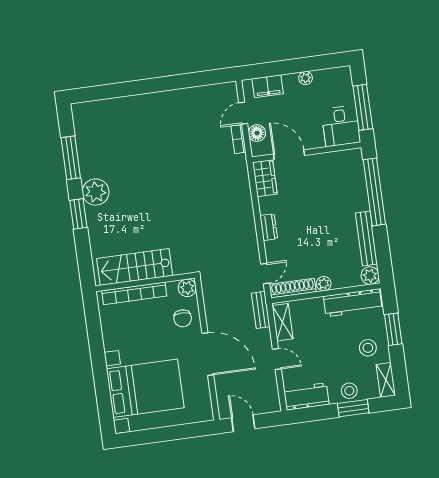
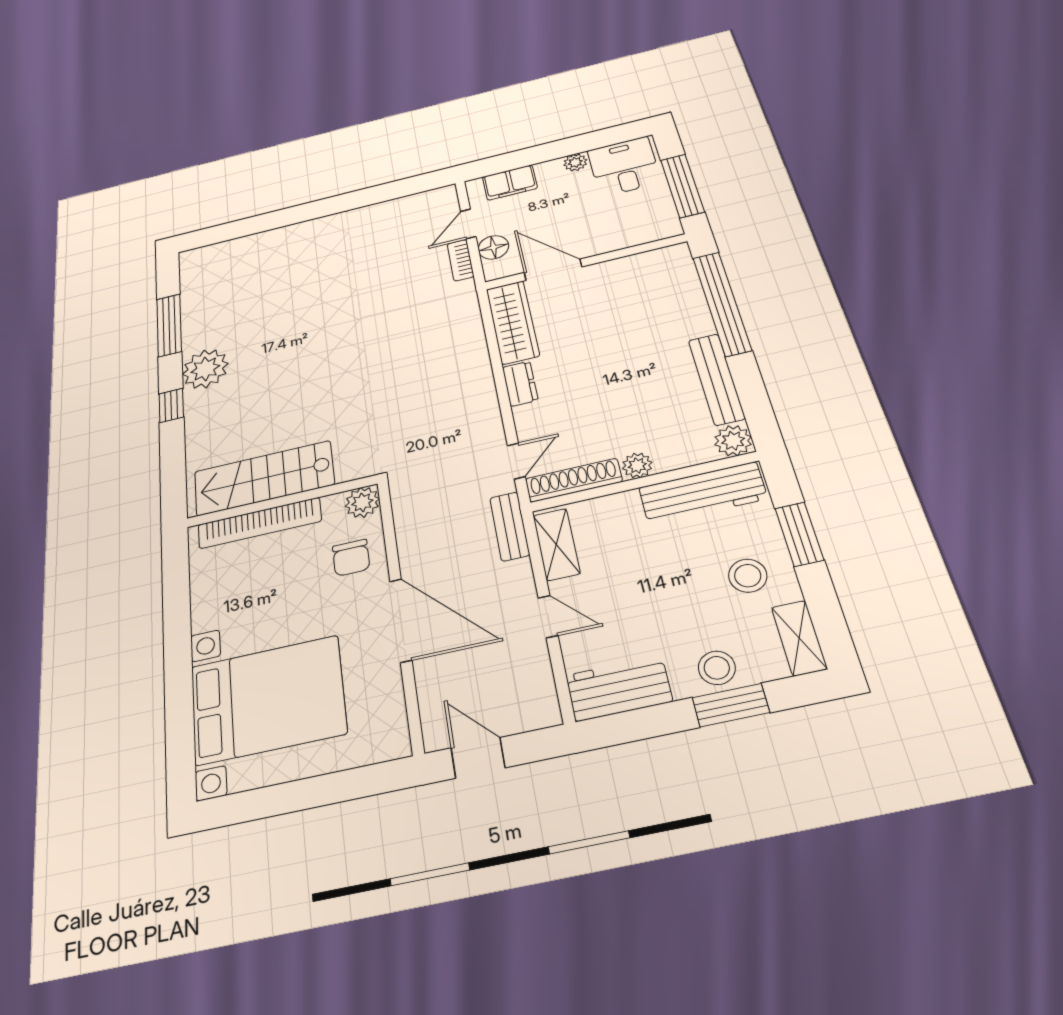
desk: (341, 126) -> (624, 166), moved, turned 180
wardrobe: (265, 178) -> (513, 322), width x1.50
window: (78, 214) -> (171, 405), width x0.67

